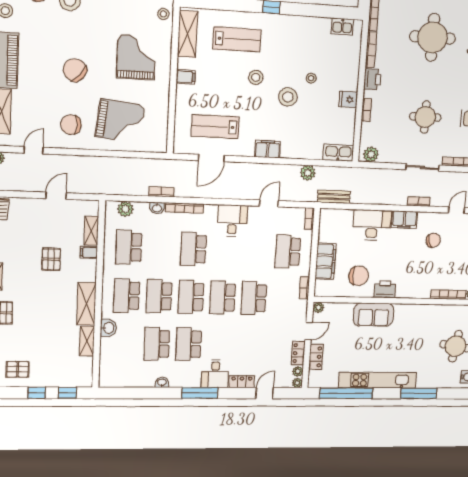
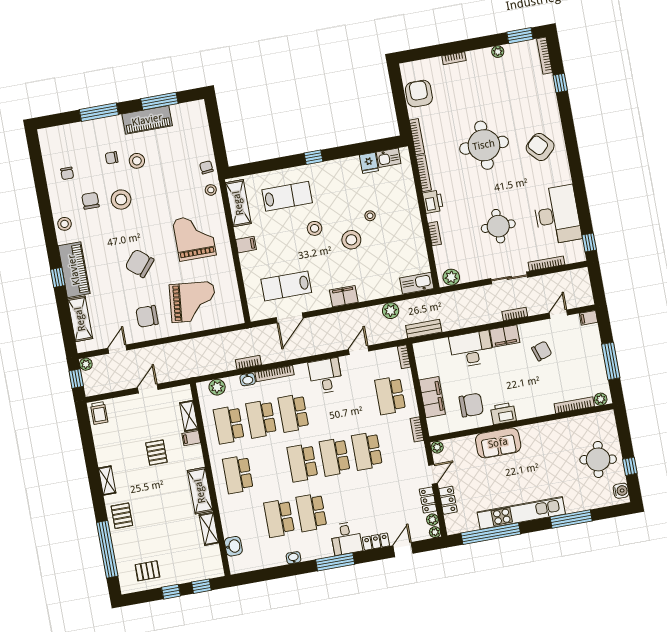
fridge: (348, 100) -> (369, 163), moved, turned -90
school desk: (159, 296) -> (261, 419), moved
washbasin: (108, 328) -> (233, 546), moved

